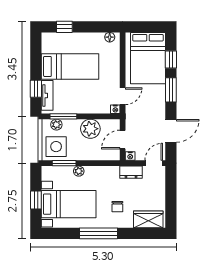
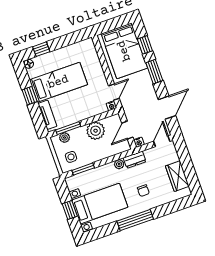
floor lamp: (110, 37) -> (29, 64), moved
window: (36, 89) -> (30, 96), moved
side table: (56, 147) -> (71, 157), width x0.54, depth x0.54
plant: (79, 171) -> (119, 164), moved
dresser: (131, 172) -> (135, 160), moved
wardrobe: (148, 219) -> (177, 176), moved, turned -90

